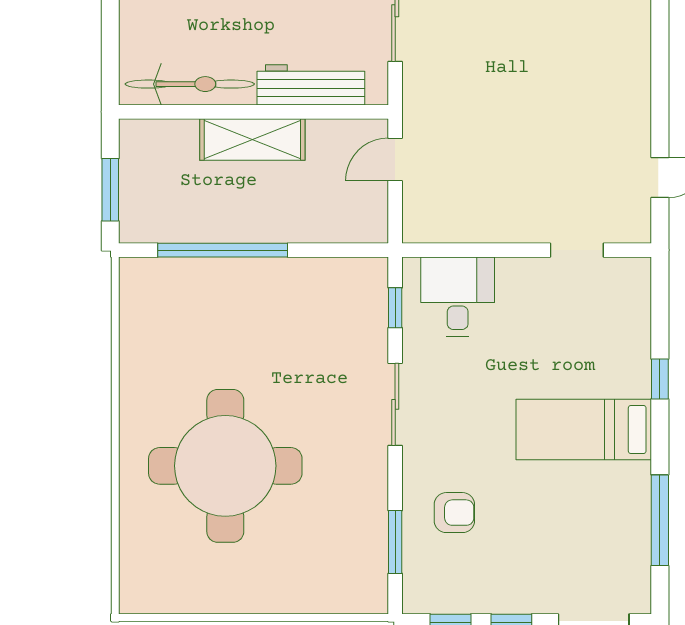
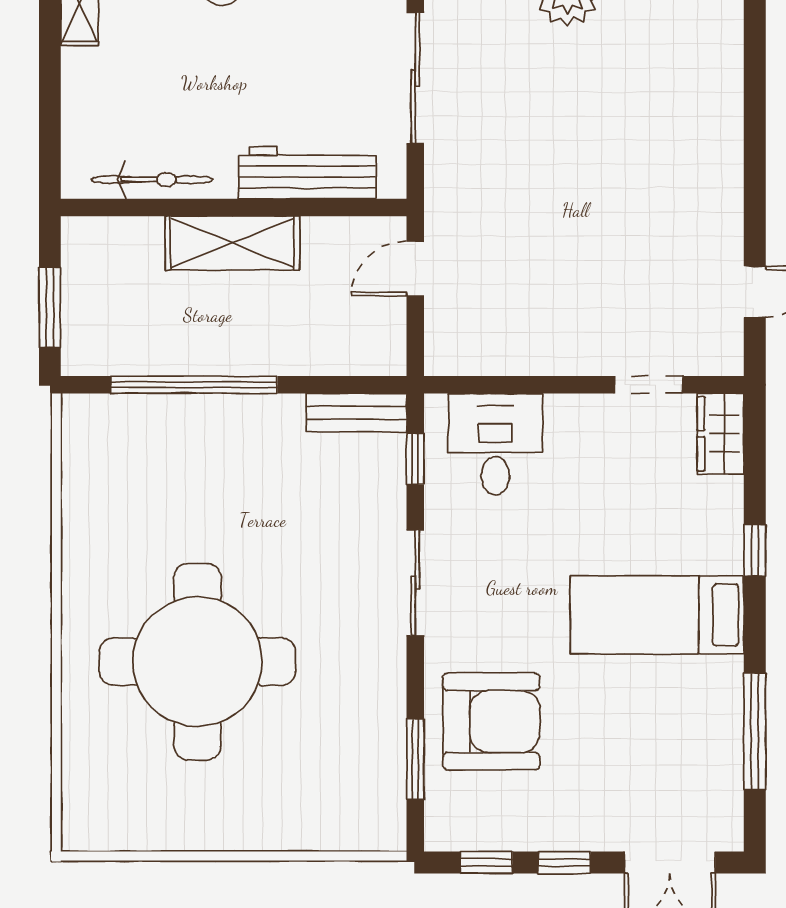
bicycle: (190, 84) -> (152, 180), width x0.73, depth x0.71
bench: (349, 272) -> (356, 413), added
wardrobe: (633, 288) -> (721, 434), added
armchair: (454, 513) -> (491, 721), width x1.88, depth x1.88

